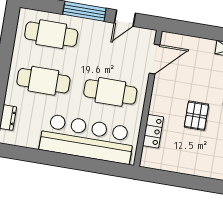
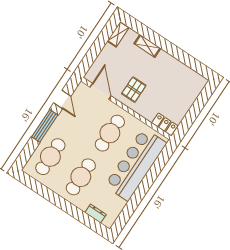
pallet: (196, 116) -> (134, 90), moved, turned 90
locker: (153, 131) -> (165, 124), moved

